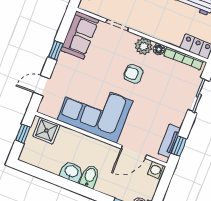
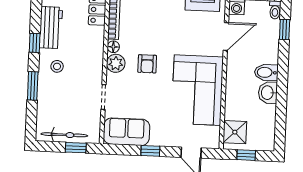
door: (134, 152) -> (226, 36), hinge flipped

